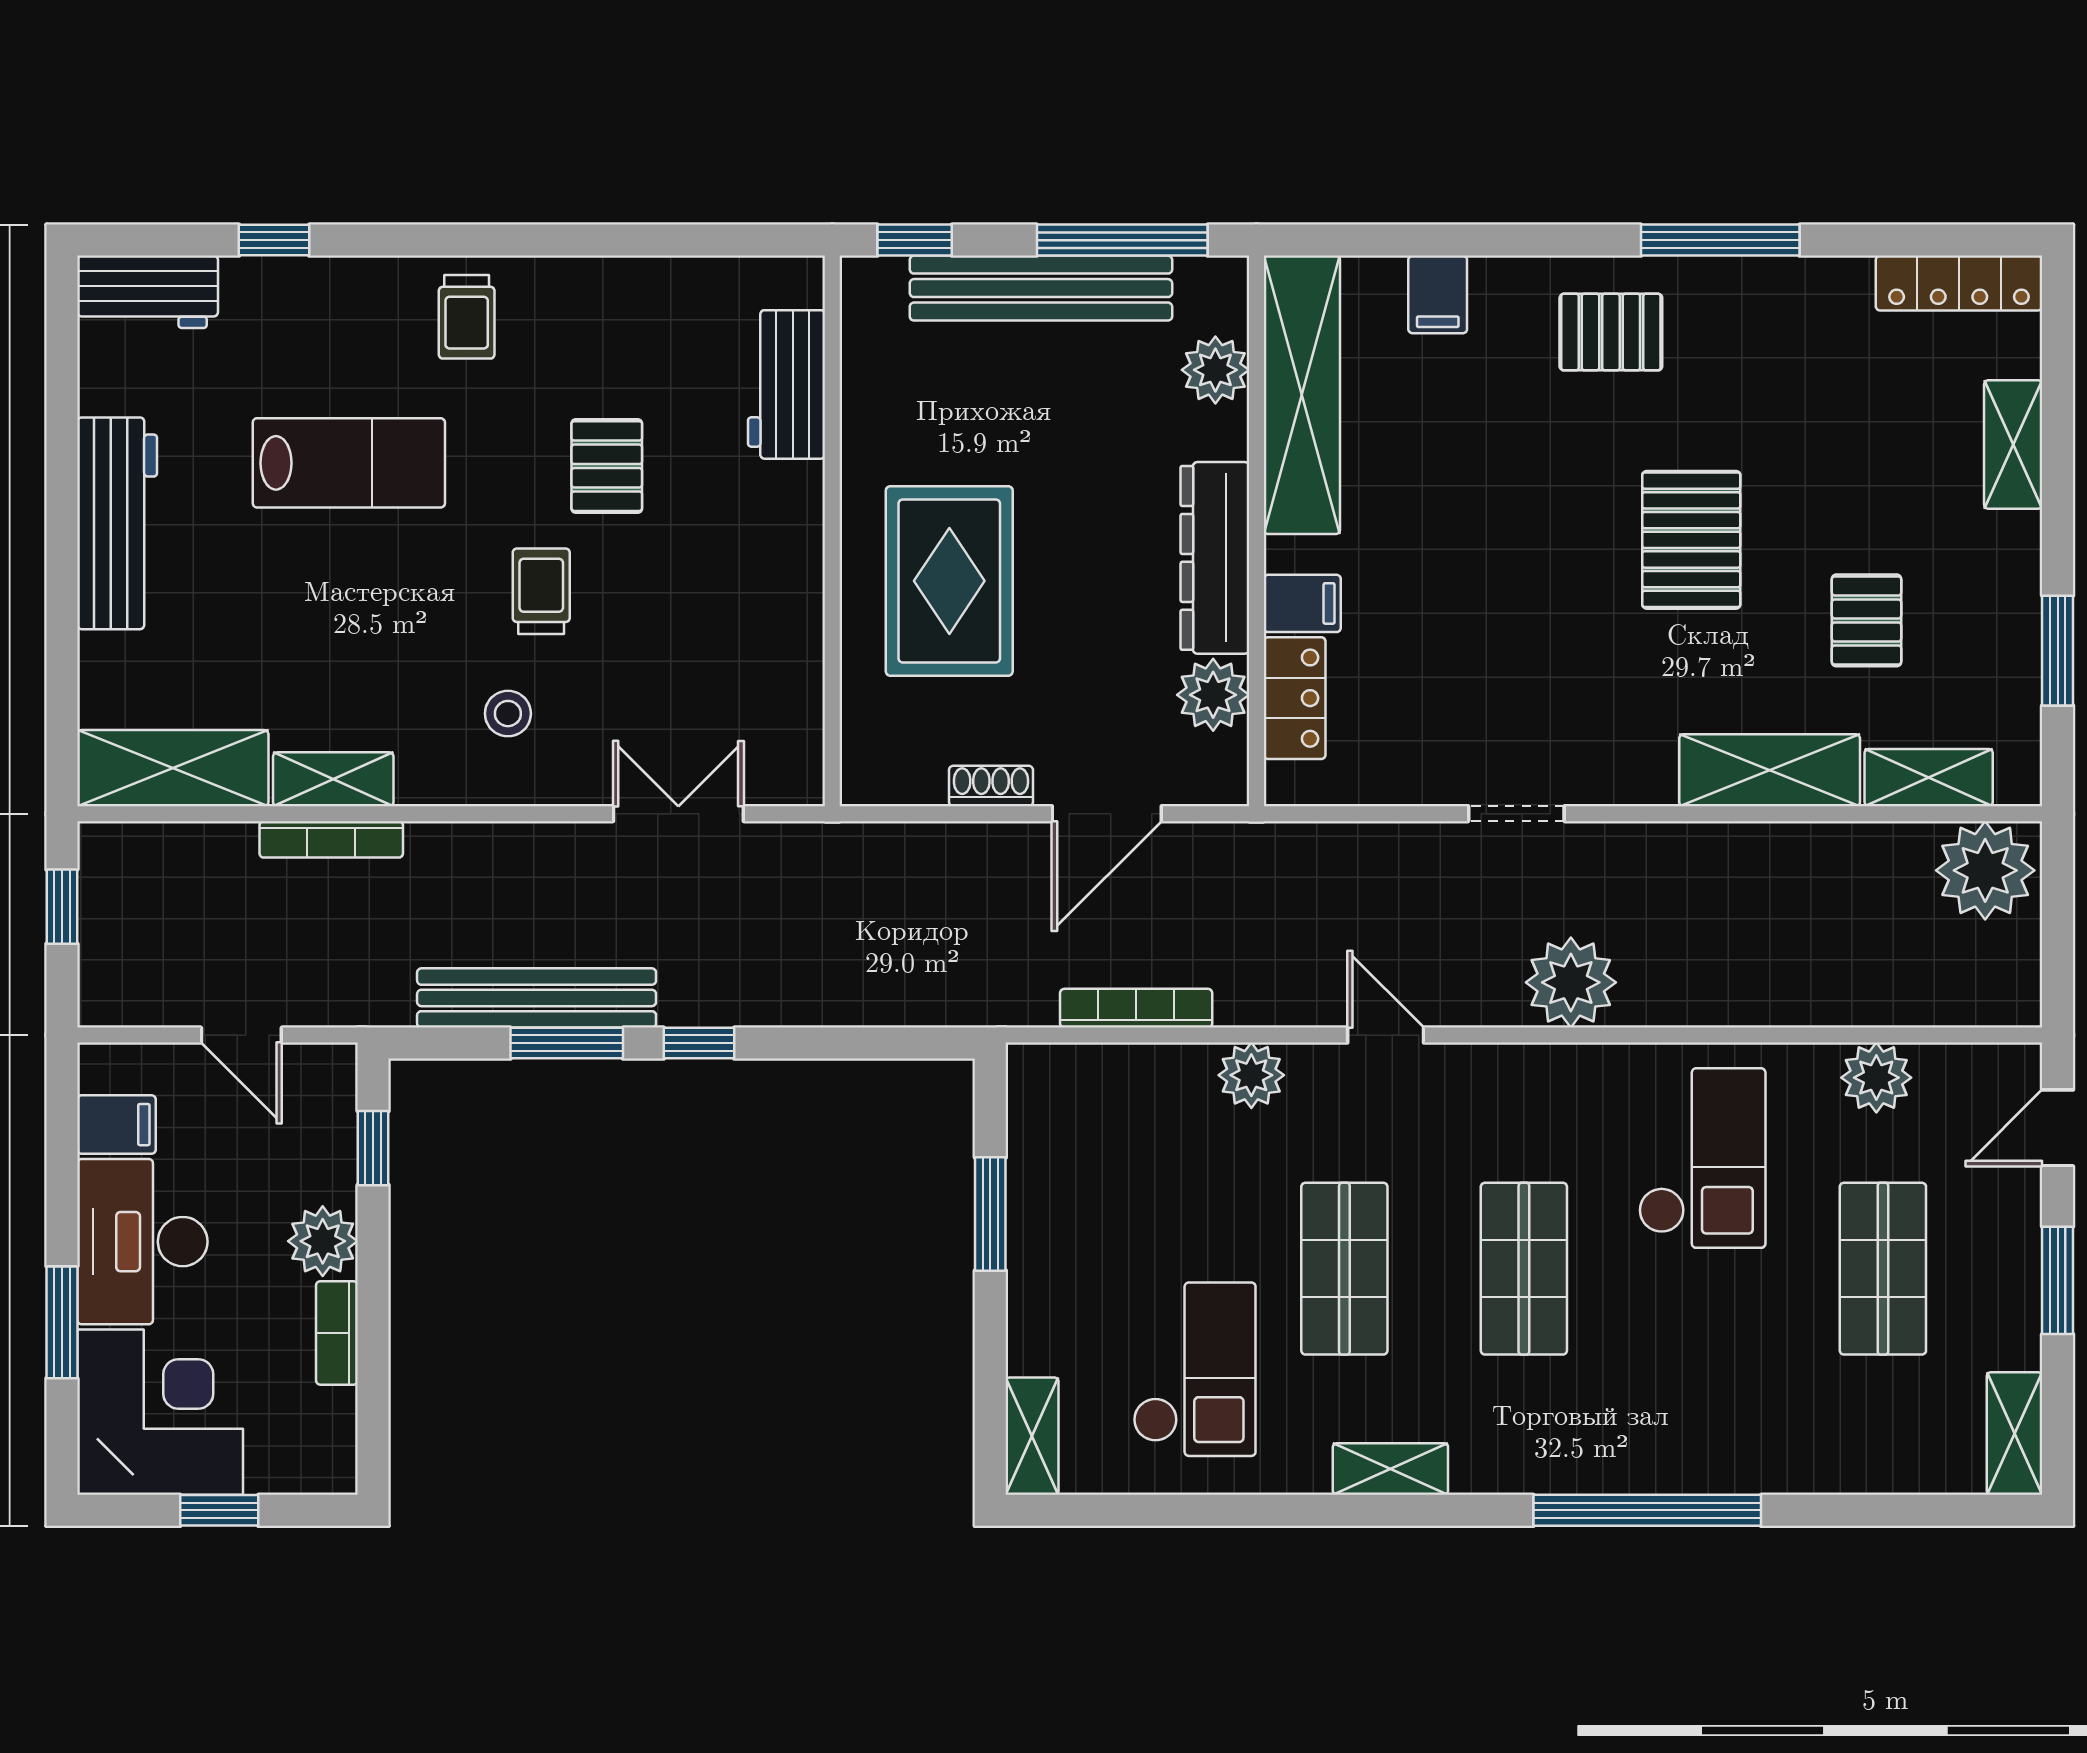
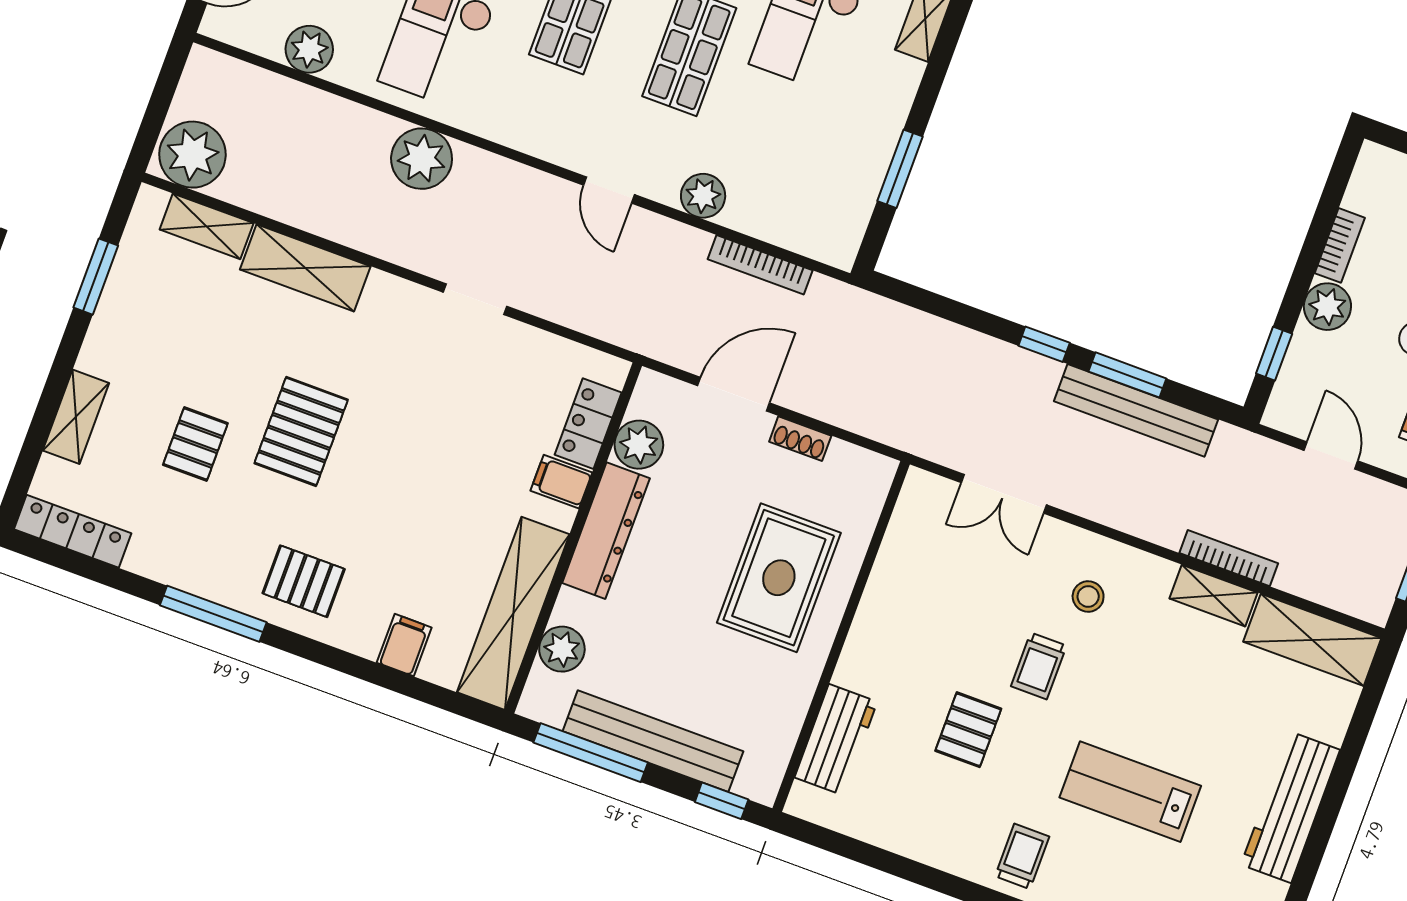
pallet: (1867, 620) -> (195, 444), moved
plant: (1571, 982) -> (422, 159), moved

